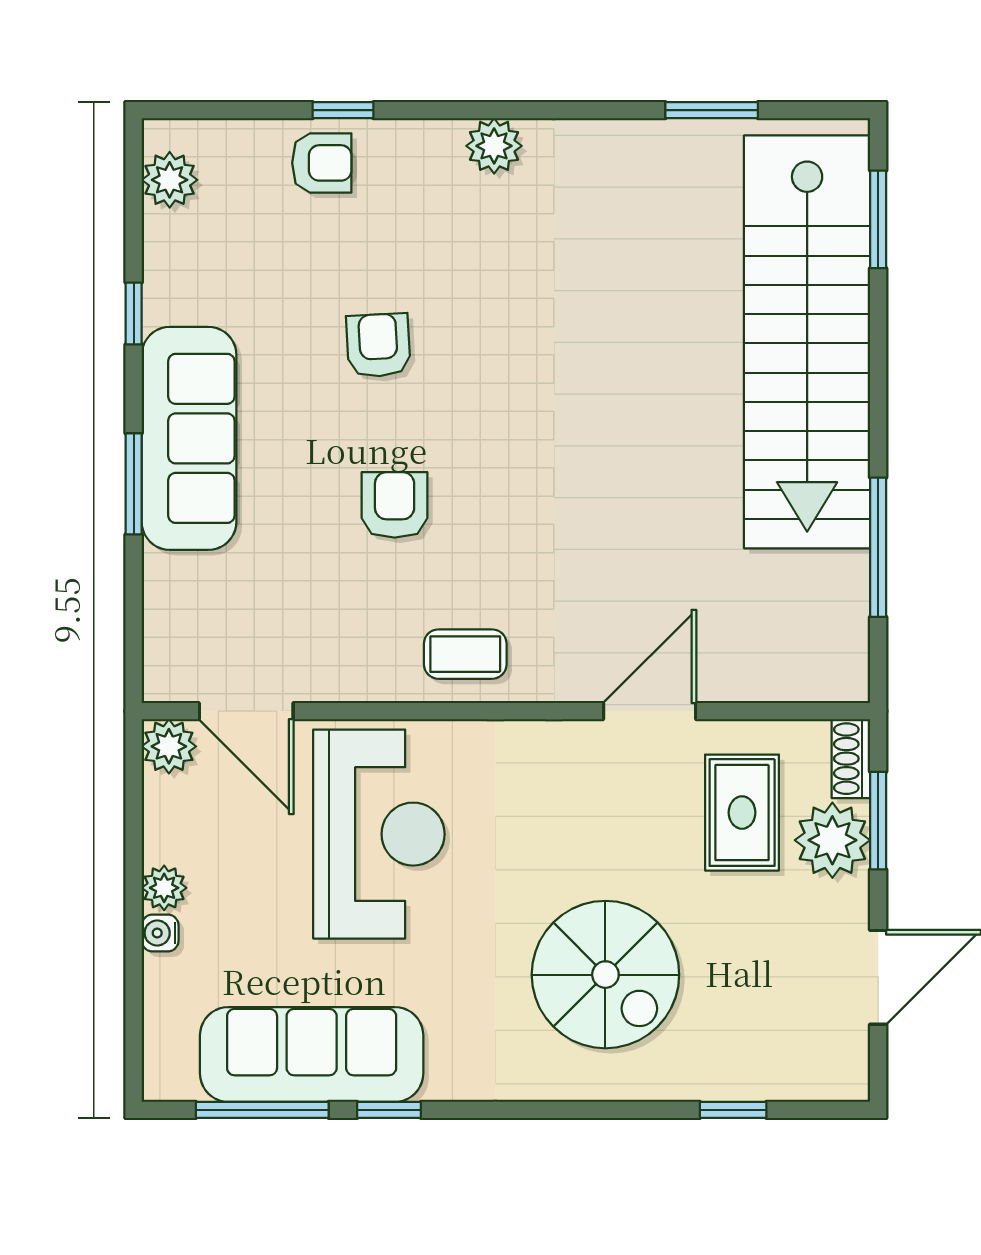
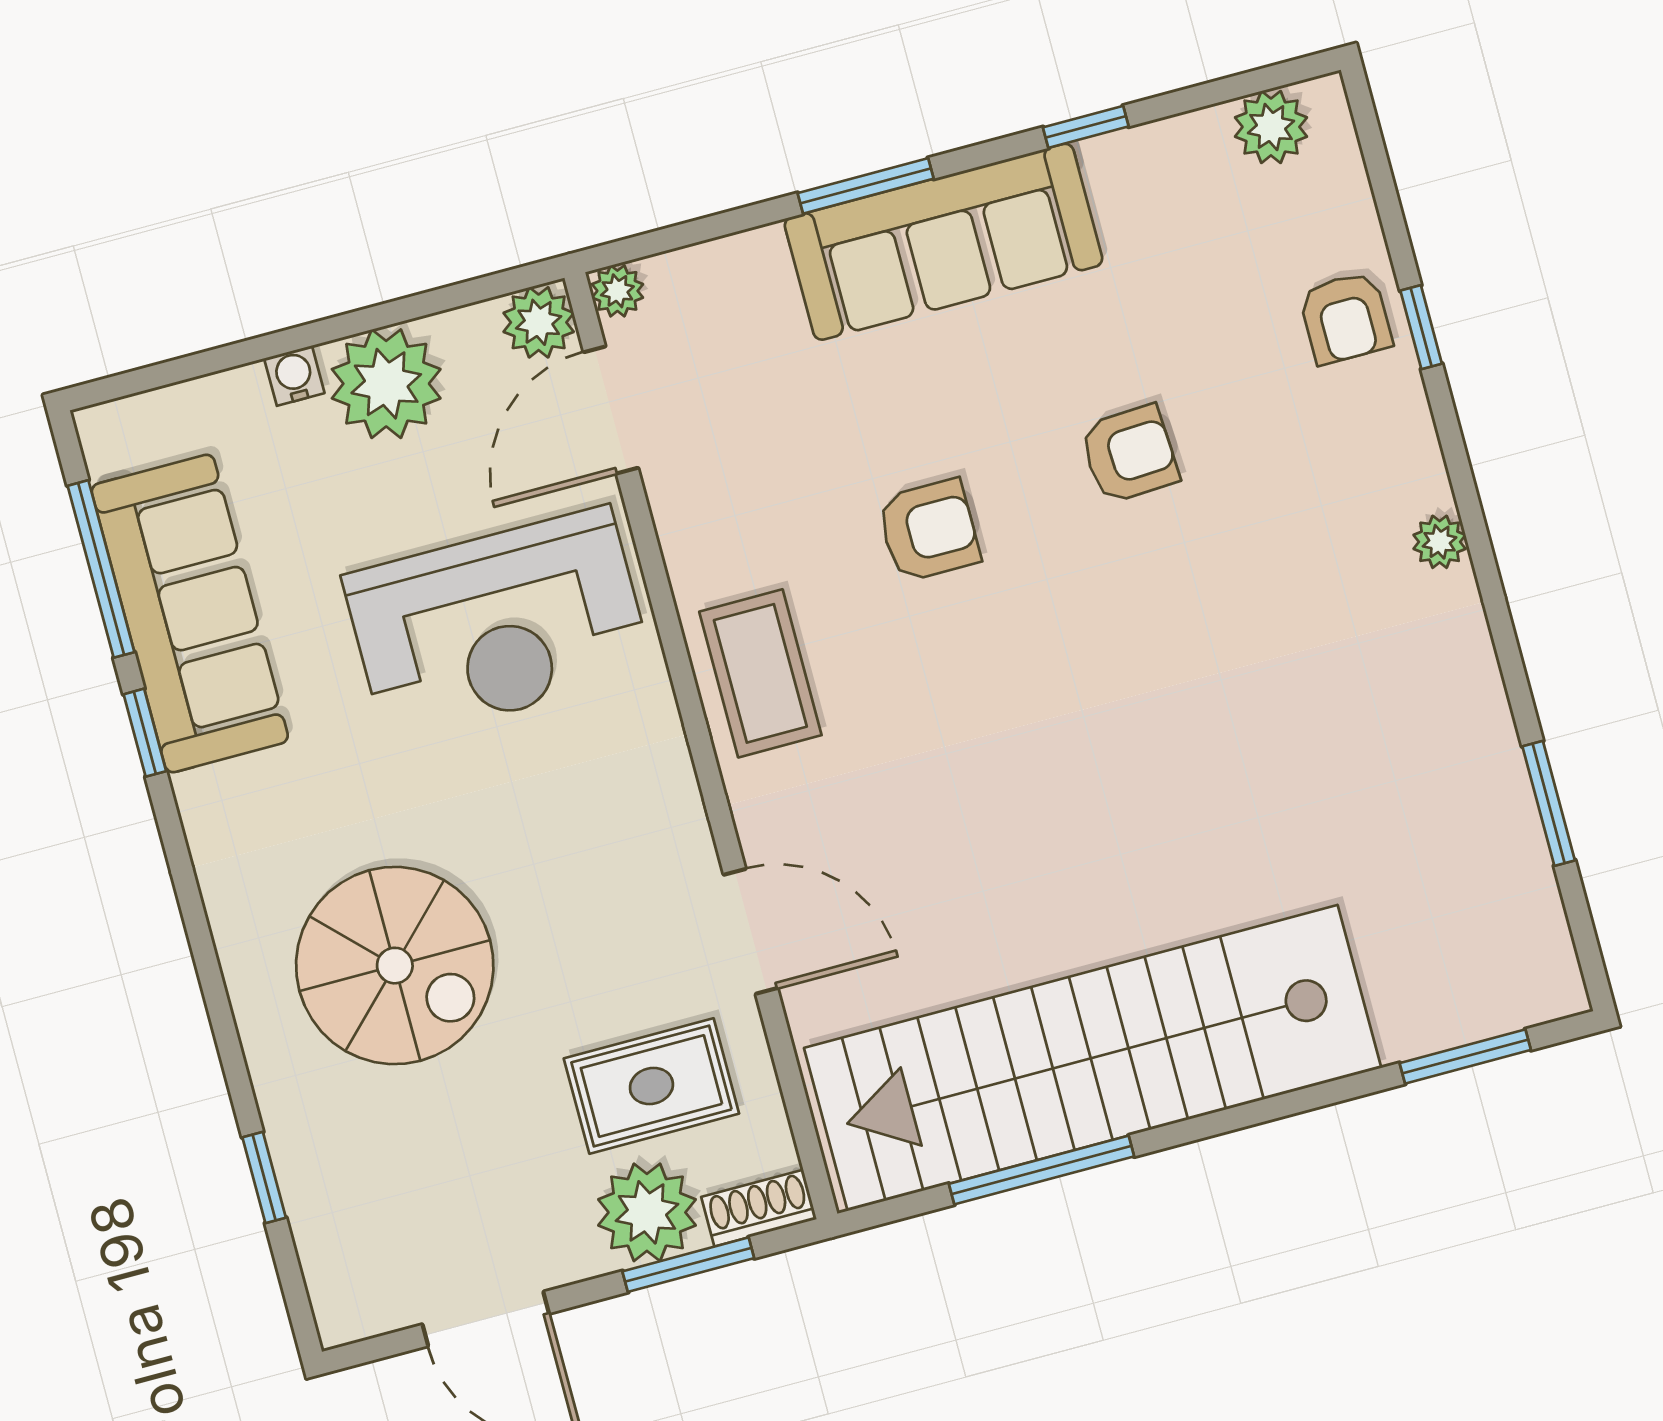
plant: (494, 146) -> (1440, 542), width x0.73, depth x0.73
stairs: (807, 342) -> (1093, 1058), moved
coffee table: (465, 654) -> (760, 673), width x1.36, depth x1.30
plant: (161, 683) -> (617, 291), added
plant: (164, 888) -> (386, 384), width x1.87, depth x1.87
spiral stairs: (605, 975) -> (395, 966), turned -90

